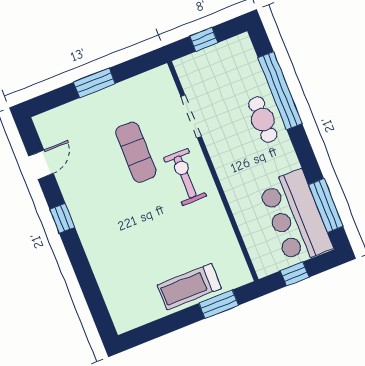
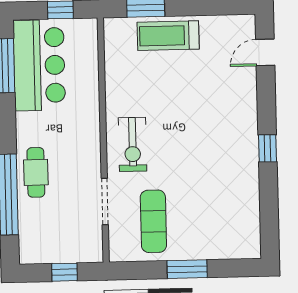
exercise mat: (136, 152) -> (153, 221), moved
door: (41, 165) -> (265, 52), moved
treadmill: (189, 287) -> (168, 36), turned 180

